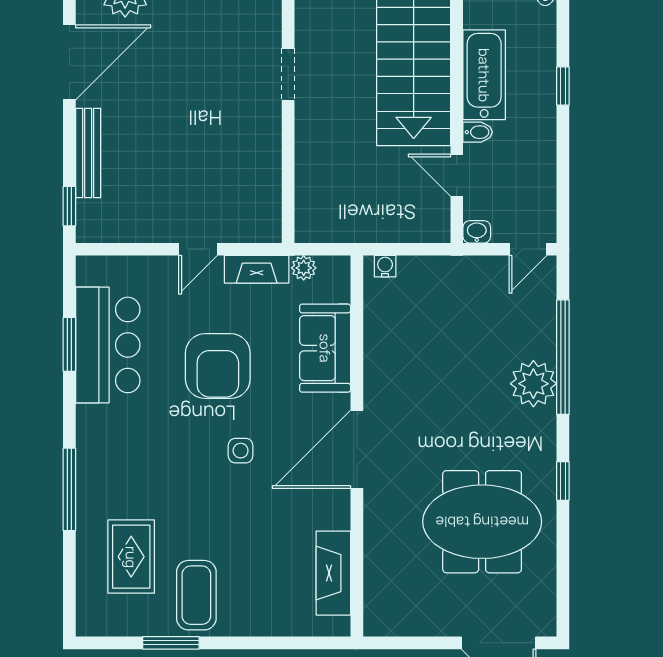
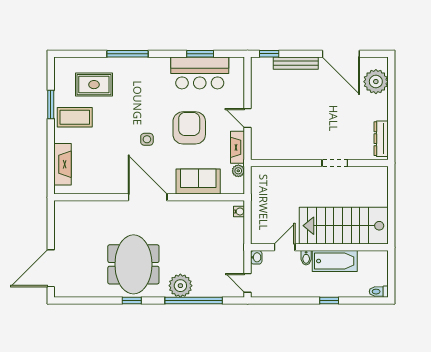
armchair: (218, 366) -> (189, 128), turned 90
meeting table: (482, 522) -> (133, 264), moved
fireplace: (333, 573) -> (63, 164), moved, turned 90

